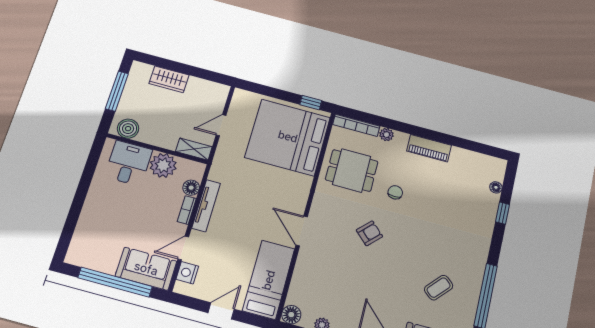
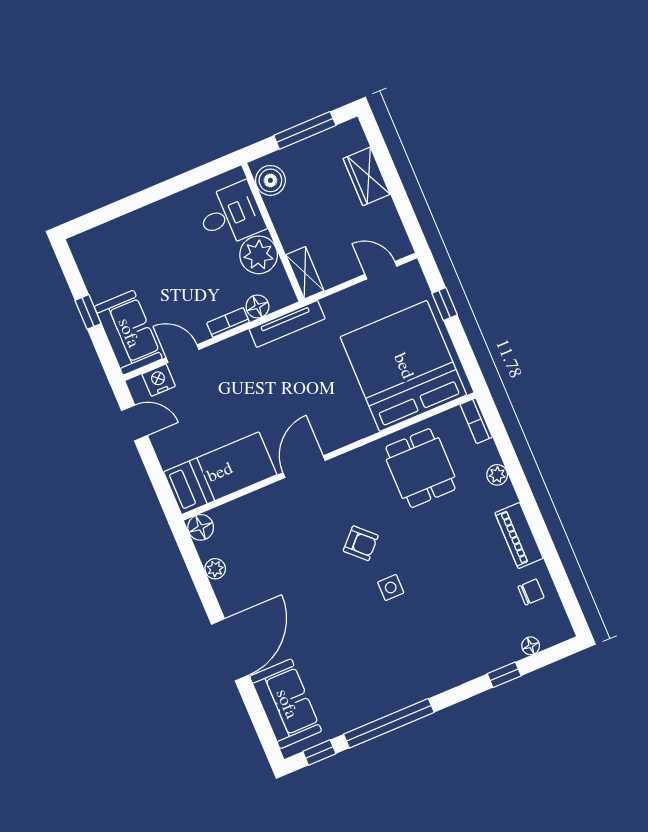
window: (311, 103) -> (445, 304), moved
door: (221, 125) -> (381, 270), moved
bookcase: (356, 125) -> (476, 421), width x0.64
chair: (395, 192) -> (531, 592), moved
tv unit: (206, 206) -> (287, 324), moved
side table: (407, 236) -> (391, 588), added
window: (115, 282) -> (88, 312), width x0.32
coffee table: (439, 288) -> (357, 665), removed
door: (221, 311) -> (135, 423), moved

